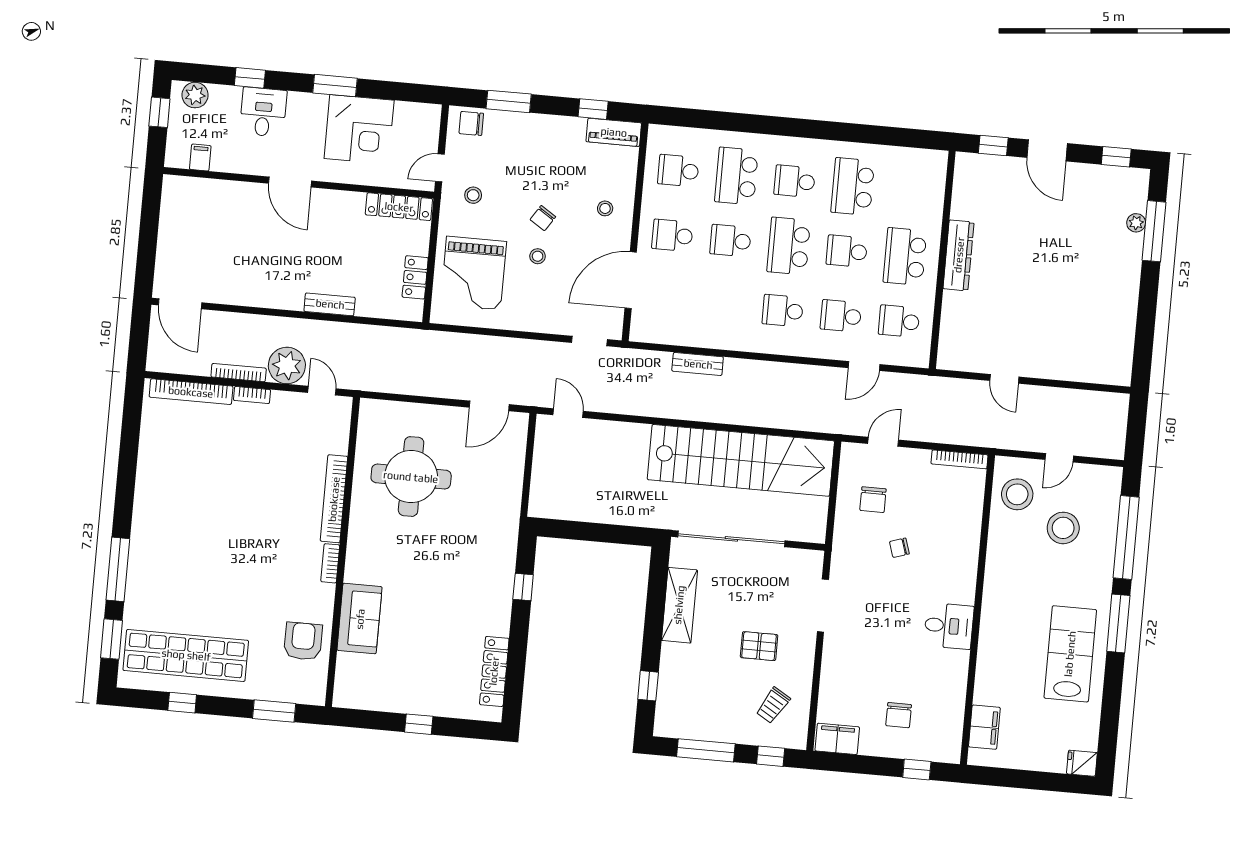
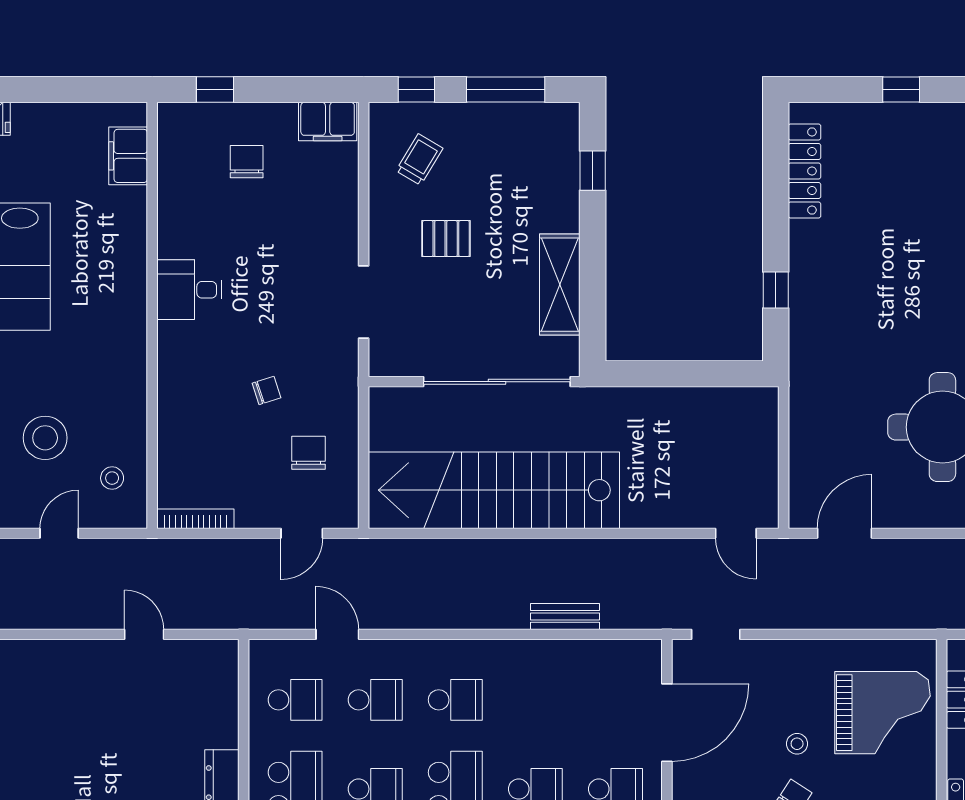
grand piano: (474, 273) -> (882, 713), turned 90
door: (864, 366) -> (337, 634), hinge flipped
stool: (1017, 494) -> (112, 478), width x0.53, depth x0.53

